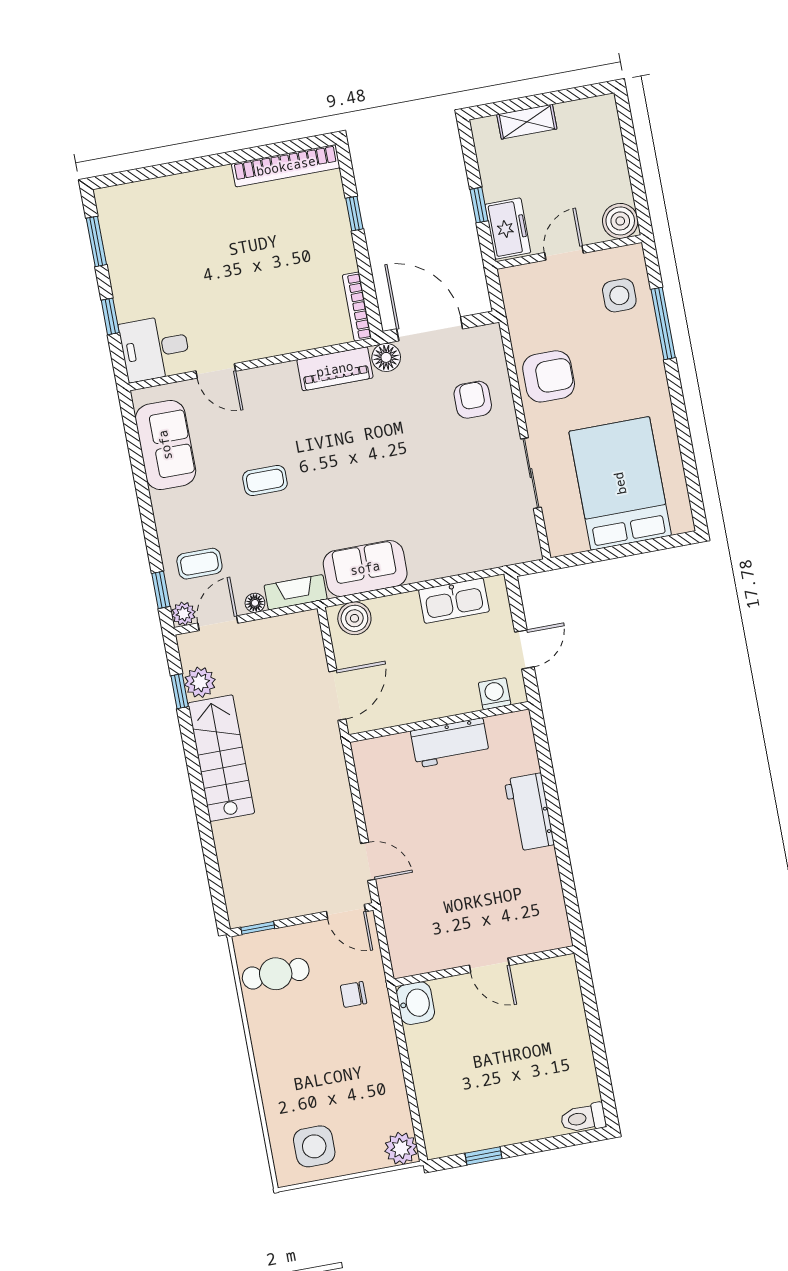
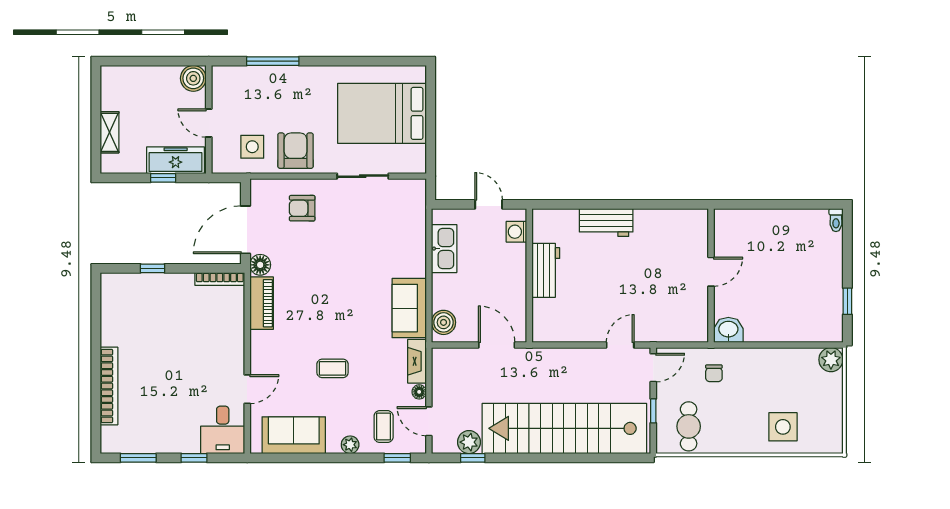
bookcase: (286, 166) -> (109, 386), moved
freezer: (508, 229) -> (176, 160), width x1.40
side table: (619, 295) -> (252, 147), moved
coffee table: (265, 480) -> (333, 368), turned 90
plant: (184, 614) -> (350, 445), moved
stairs: (221, 758) -> (564, 428), width x1.86, depth x1.51
window: (258, 928) -> (653, 411), moved
toilet: (583, 1118) -> (836, 220), width x0.73, depth x0.72
side table: (314, 1146) -> (783, 427), moved

